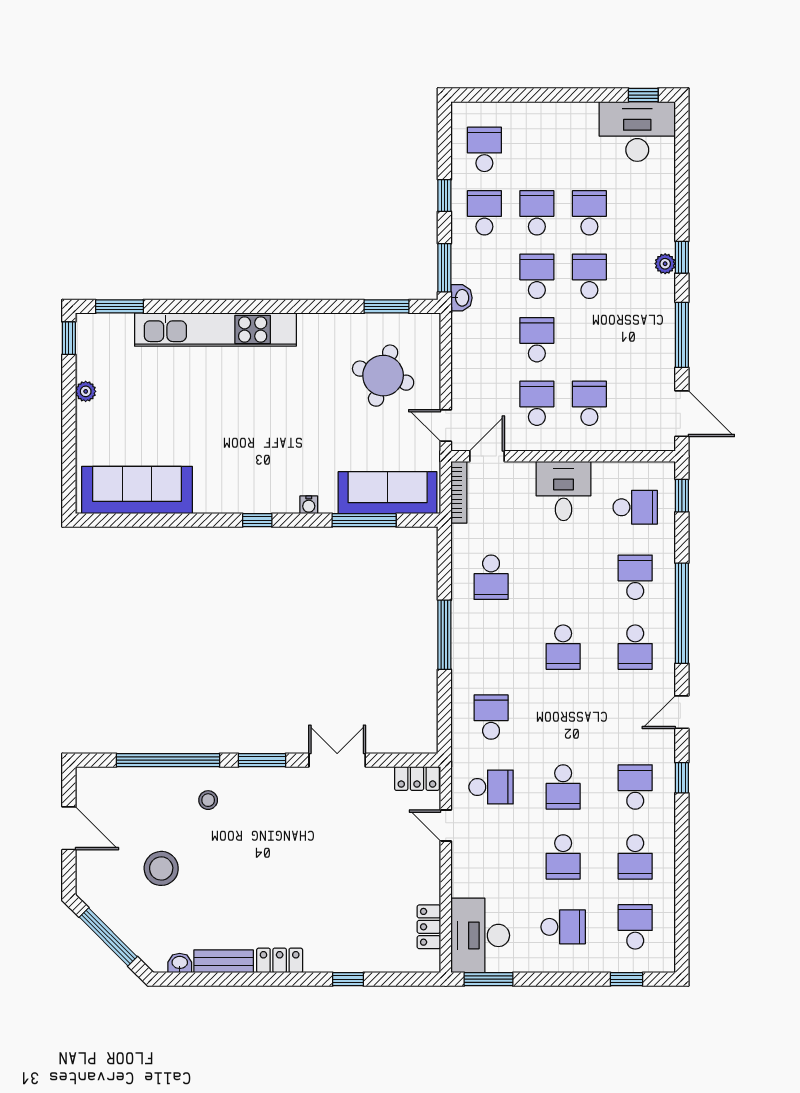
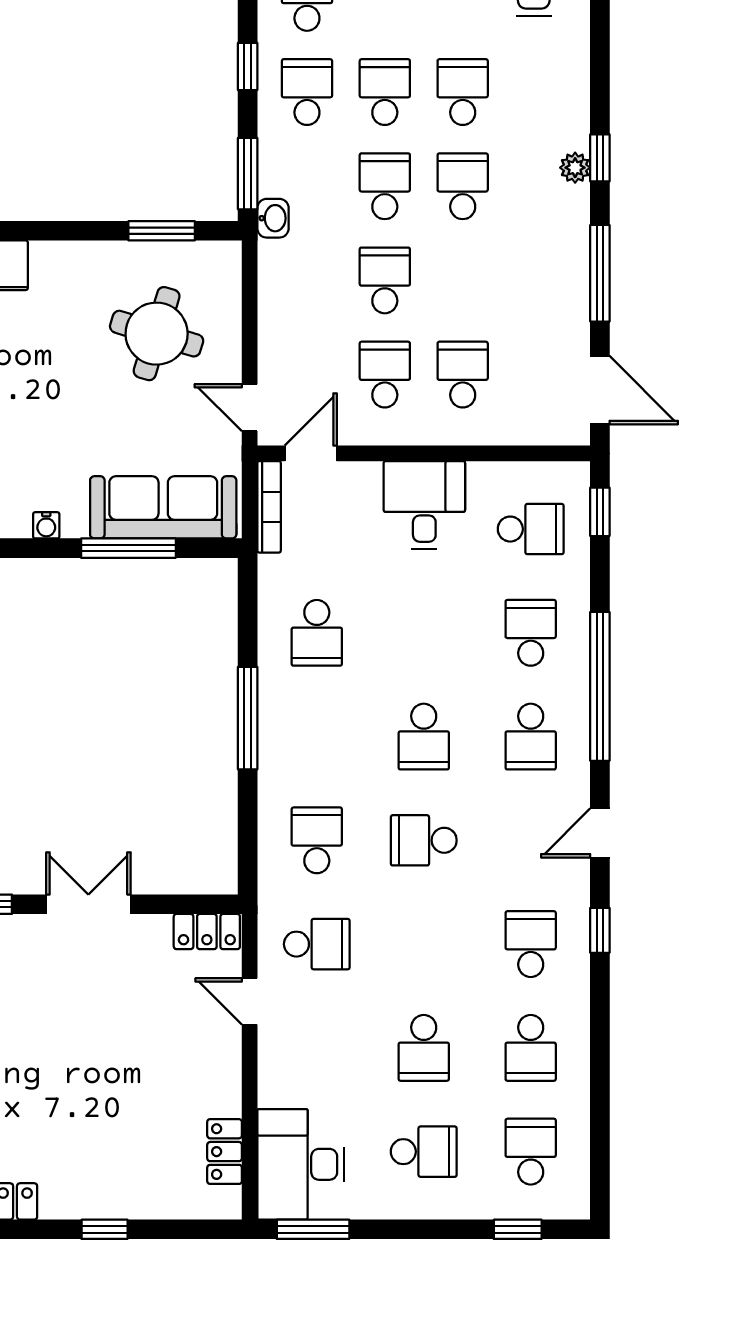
school desk: (563, 787) -> (424, 840), moved, turned 90

